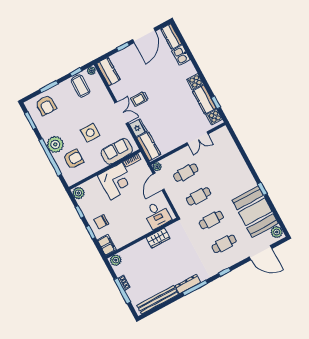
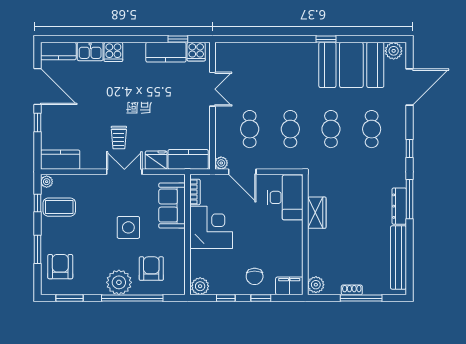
cooker: (195, 82) -> (113, 52), moved
armchair: (46, 105) -> (60, 267), turned -90
desk: (157, 215) -> (285, 197), width x1.37

